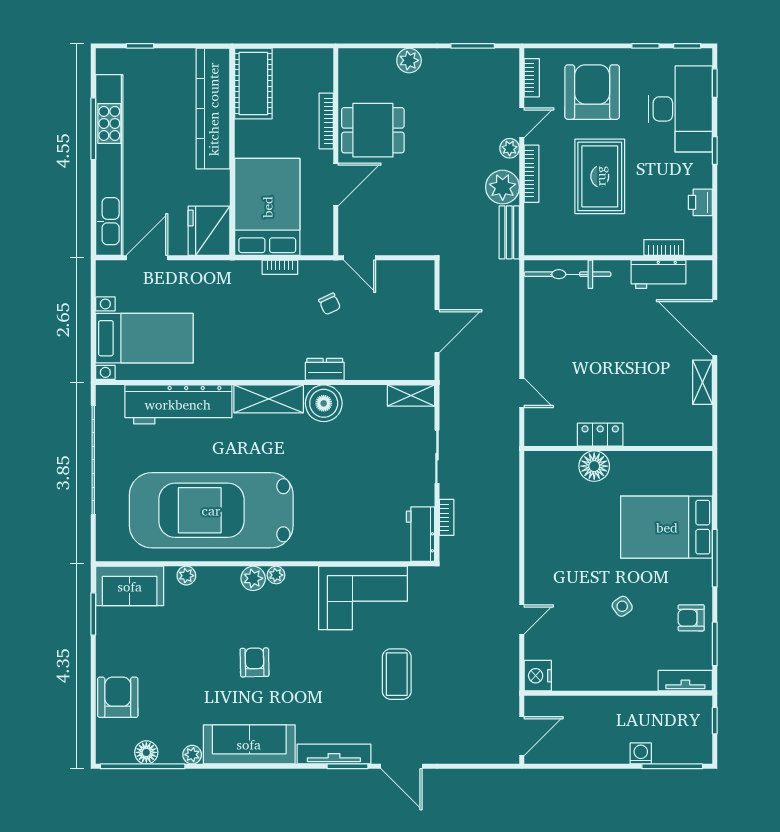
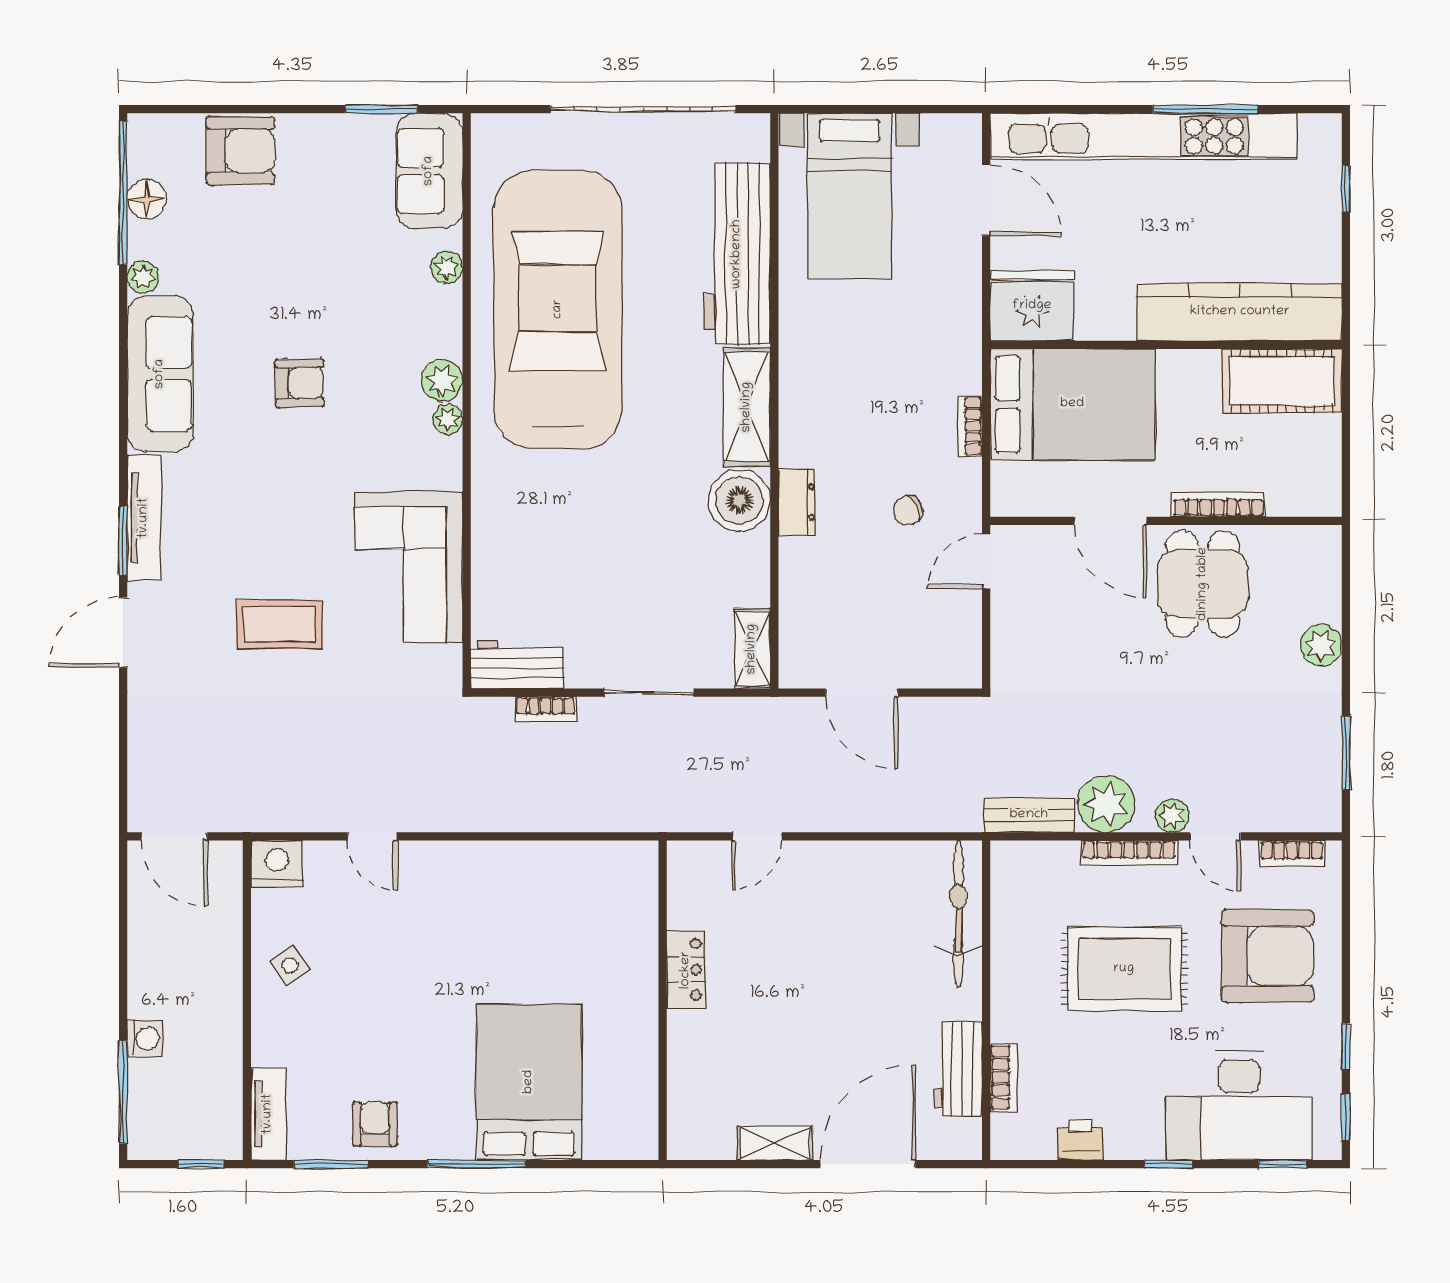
floor lamp: (594, 466) -> (633, 959), removed
side table: (622, 606) -> (290, 965), moved

